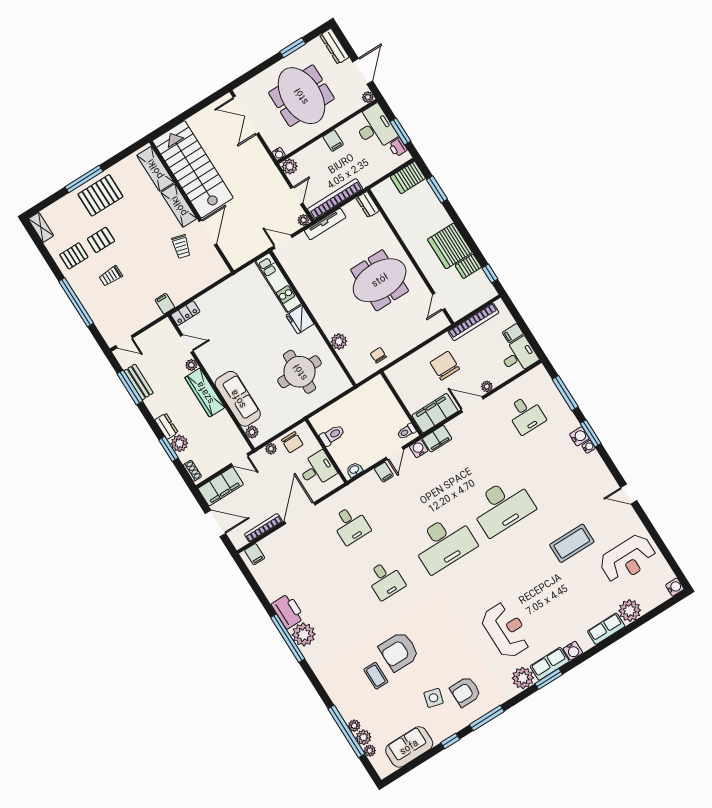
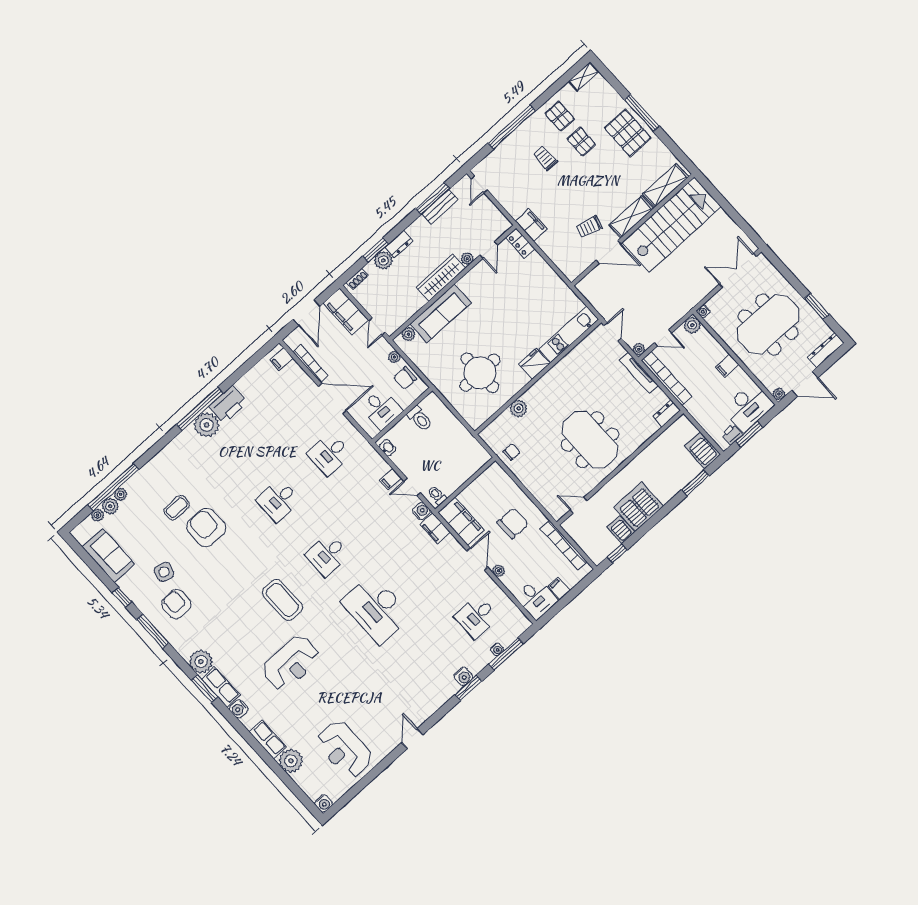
filing cabinet: (165, 304) -> (531, 225), width x2.00
water cooler: (589, 447) -> (497, 649), moved
desk: (444, 543) -> (327, 555), width x0.53, depth x0.77
coffee table: (572, 543) -> (282, 600), moved
reception desk: (506, 630) -> (291, 663), moved

